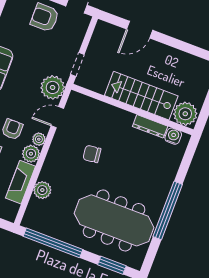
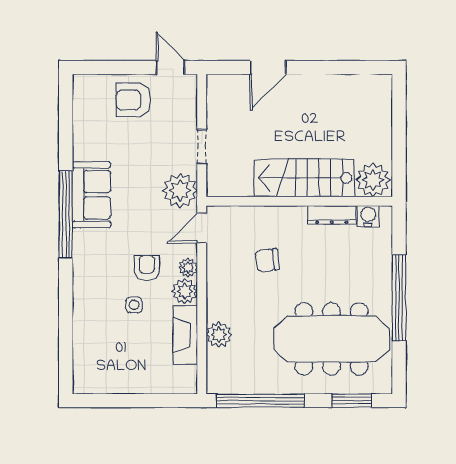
stairs: (141, 96) -> (304, 178), moved
wall: (132, 109) -> (299, 201), moved
plant: (185, 114) -> (373, 180), moved
dresser: (150, 126) -> (332, 215), moved
water cooler: (173, 136) -> (368, 216), moved

